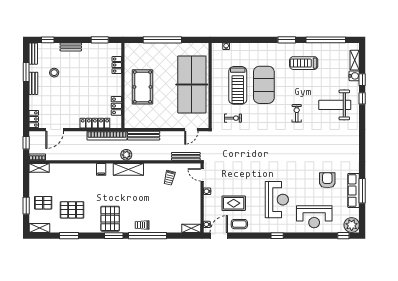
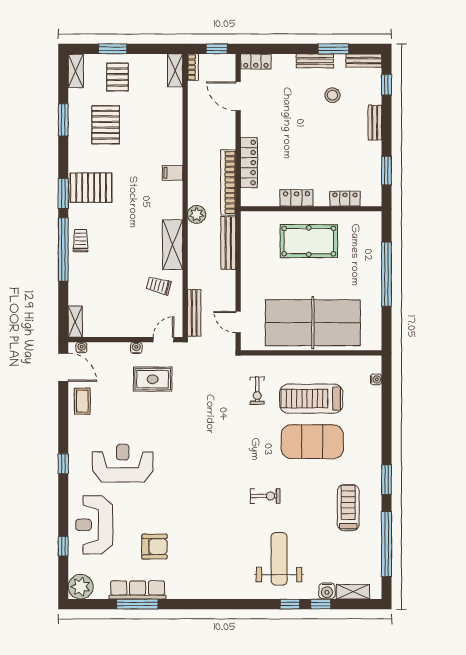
locker: (116, 106) -> (297, 198), moved
shelving: (128, 169) -> (173, 245), moved
reception desk: (277, 200) -> (123, 463), turned 180
rug: (234, 203) -> (153, 379), moved, turned 90
window: (343, 236) -> (63, 546), moved

